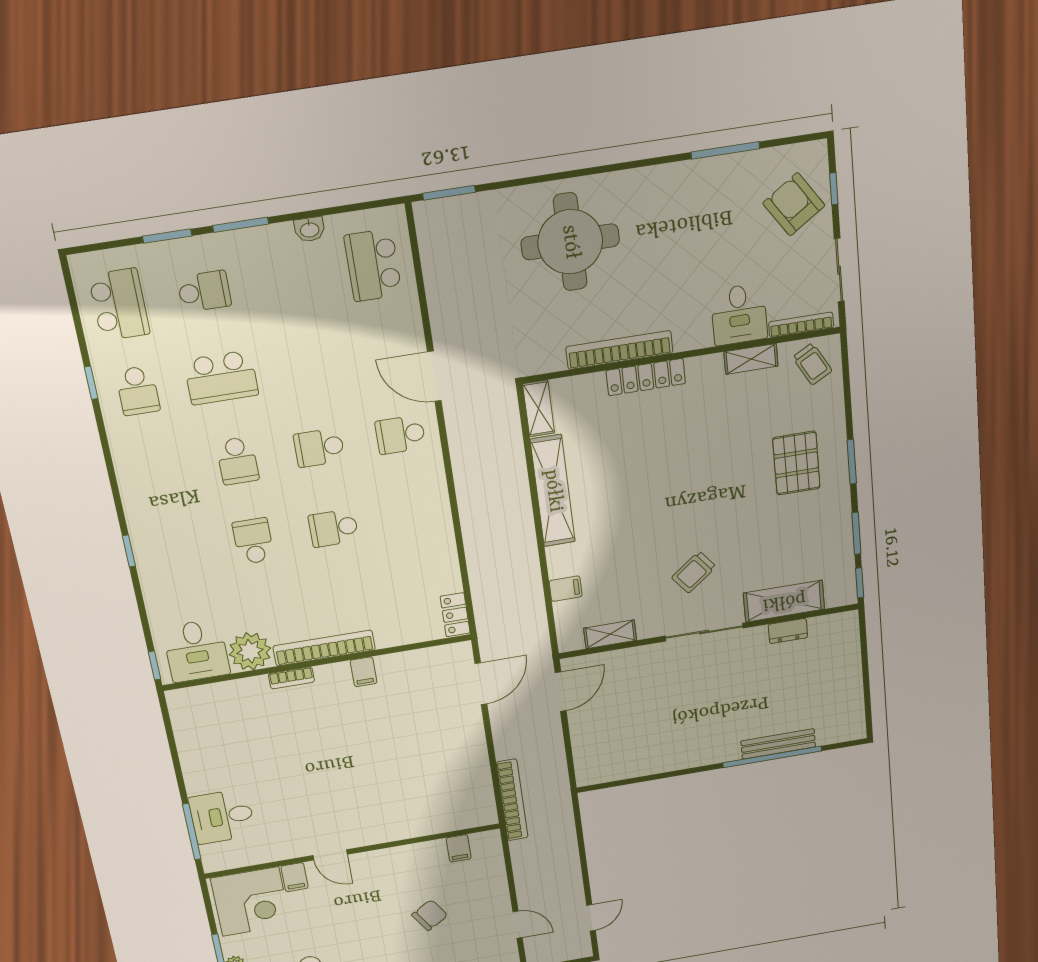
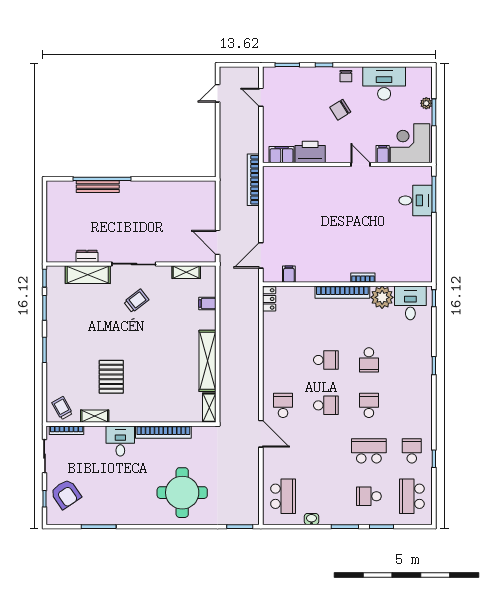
desk: (739, 314) -> (120, 441), moved
locker: (646, 377) -> (151, 415), removed
school desk: (400, 435) -> (283, 405), turned -90
pallet: (796, 463) -> (111, 377), moved
filing cabinet: (364, 672) -> (289, 274), moved
door: (561, 692) -> (218, 242), hinge flipped
filing cabinet: (459, 848) -> (282, 155), width x2.00
printer: (421, 859) -> (310, 152), added
chair: (430, 915) -> (340, 110), moved

